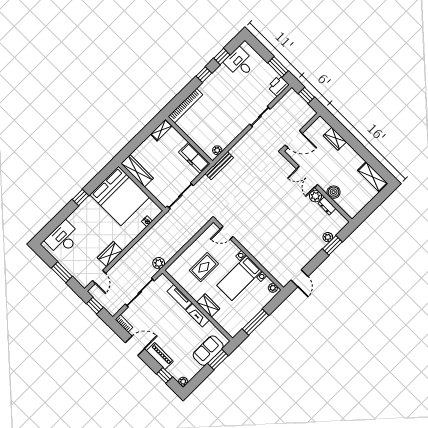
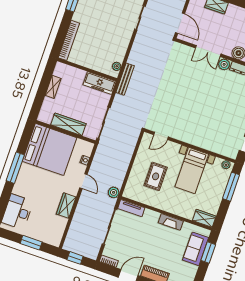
shelving: (161, 130) -> (53, 87), moved
door: (294, 139) -> (180, 23), hinge flipped
wardrobe: (137, 171) -> (68, 124), moved
window: (81, 197) -> (15, 168), width x2.17
door: (99, 277) -> (83, 181), moved
tv unit: (180, 297) -> (131, 208), moved
wardrobe: (208, 305) -> (204, 218), moved
window: (255, 322) -> (231, 187), moved

